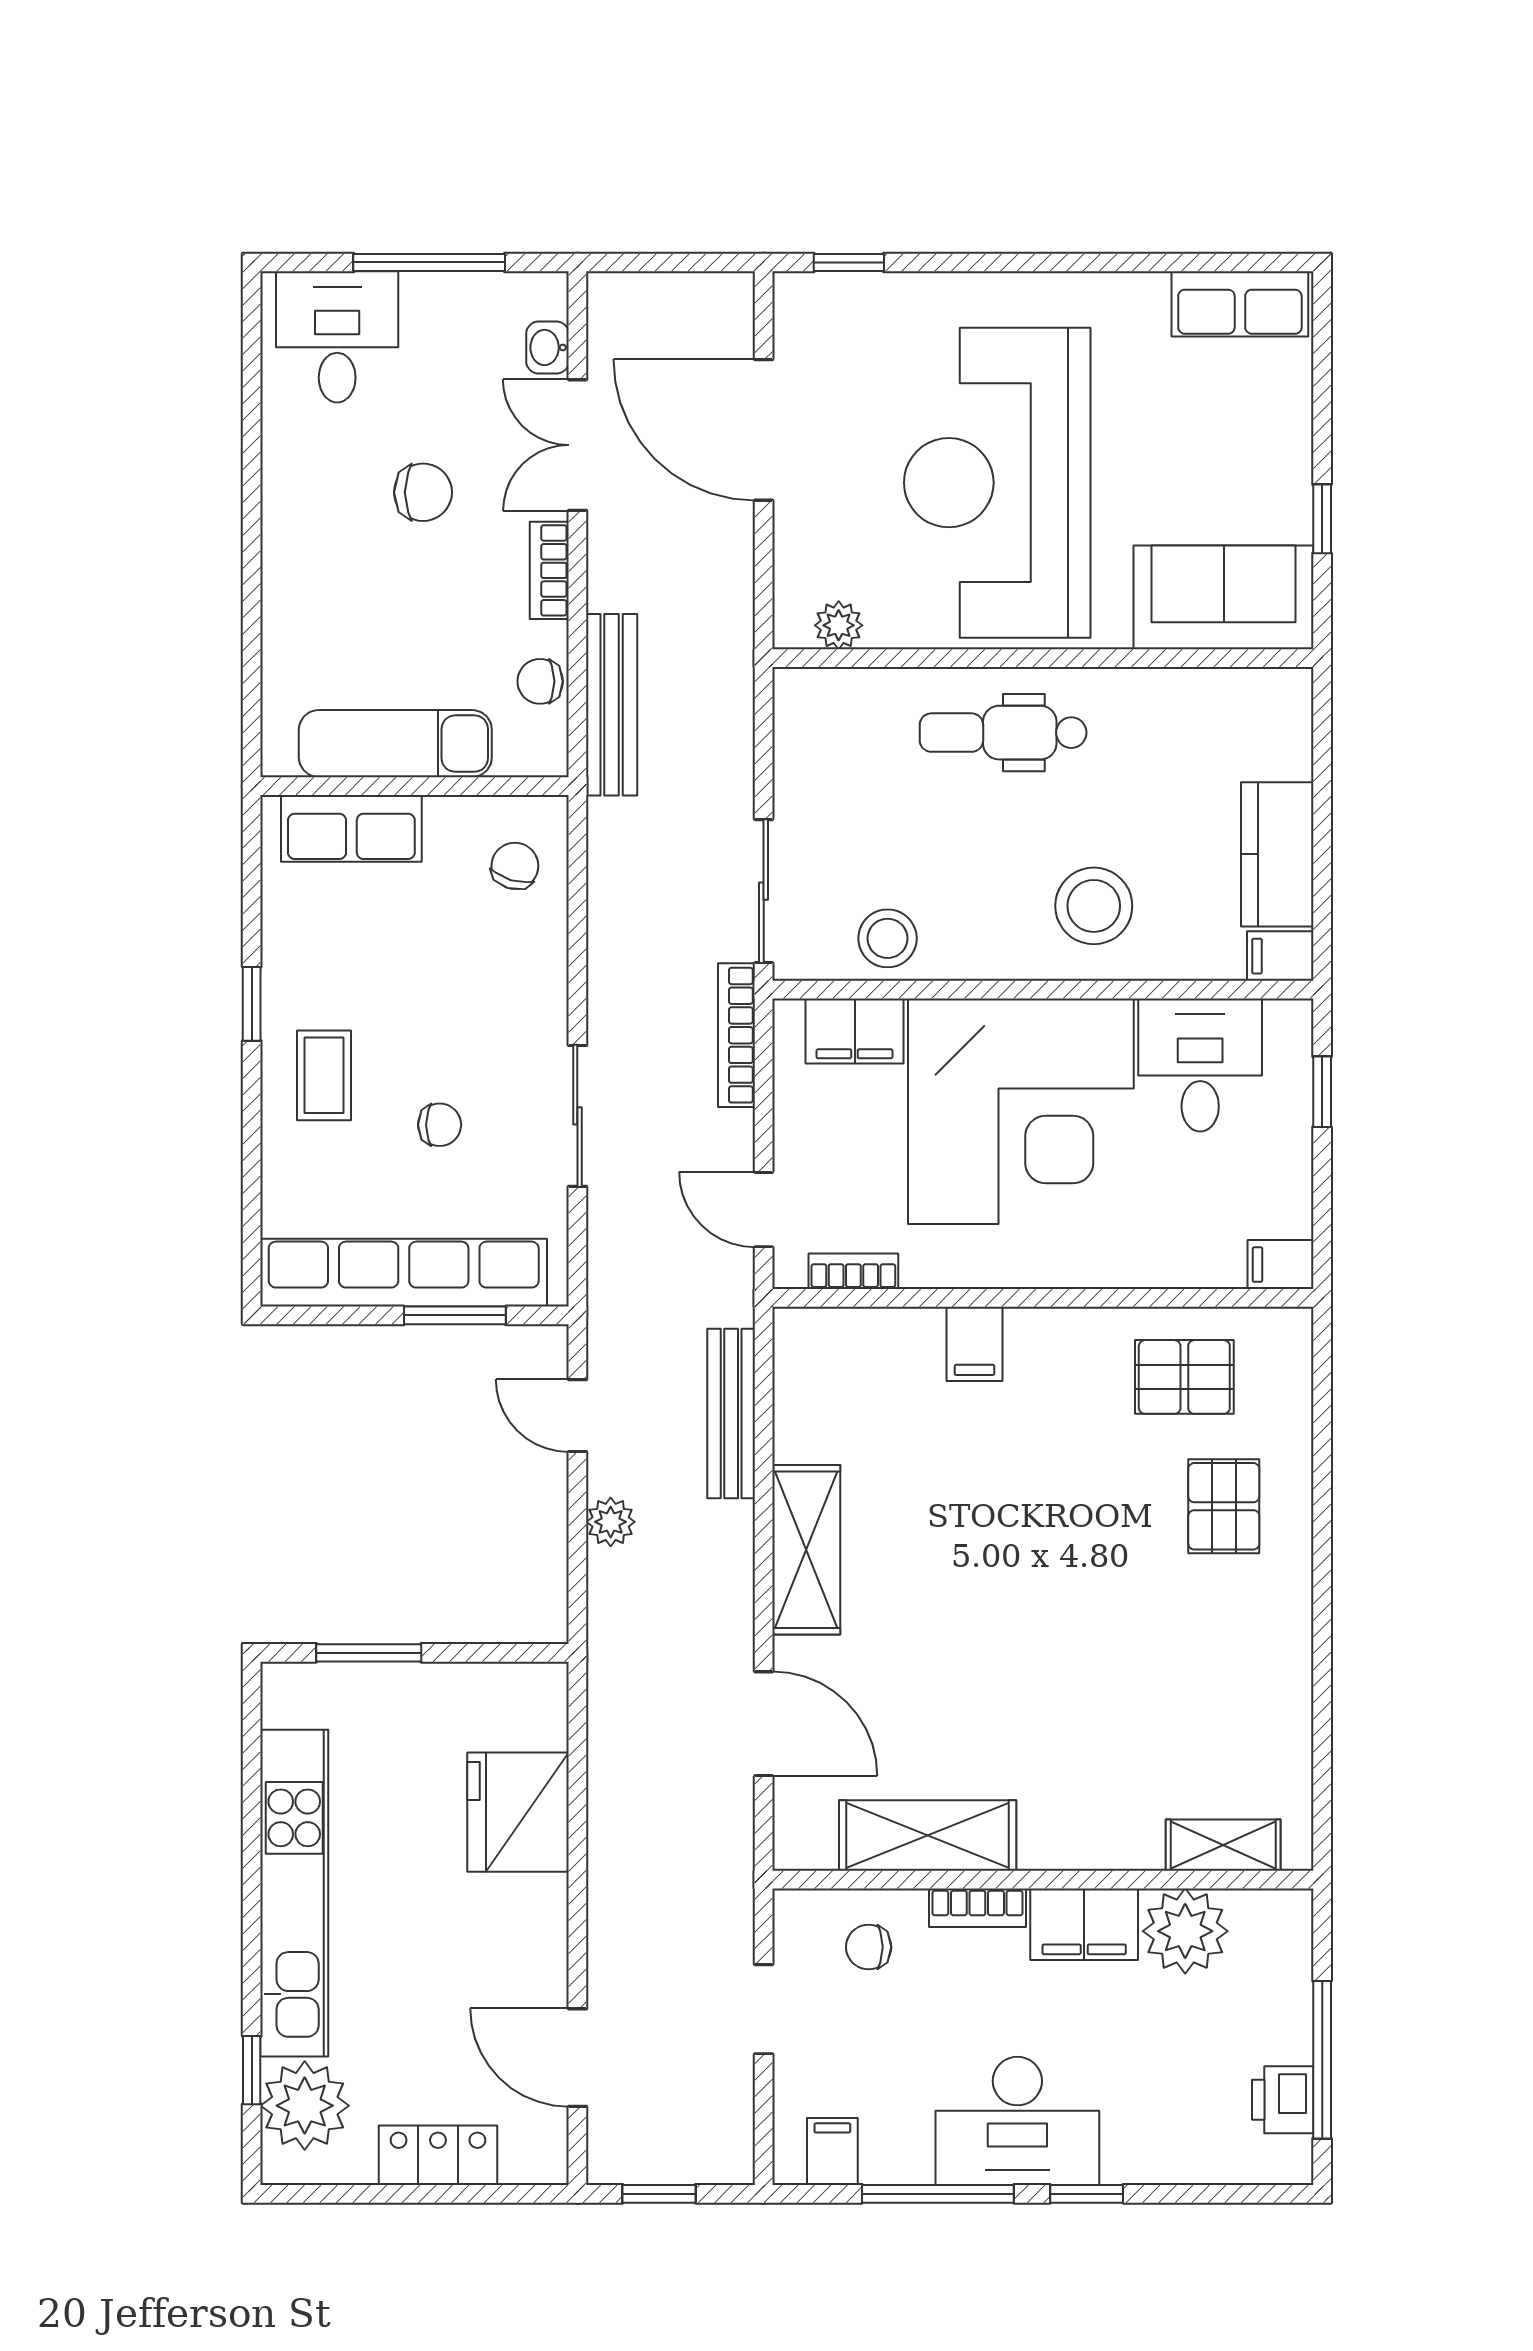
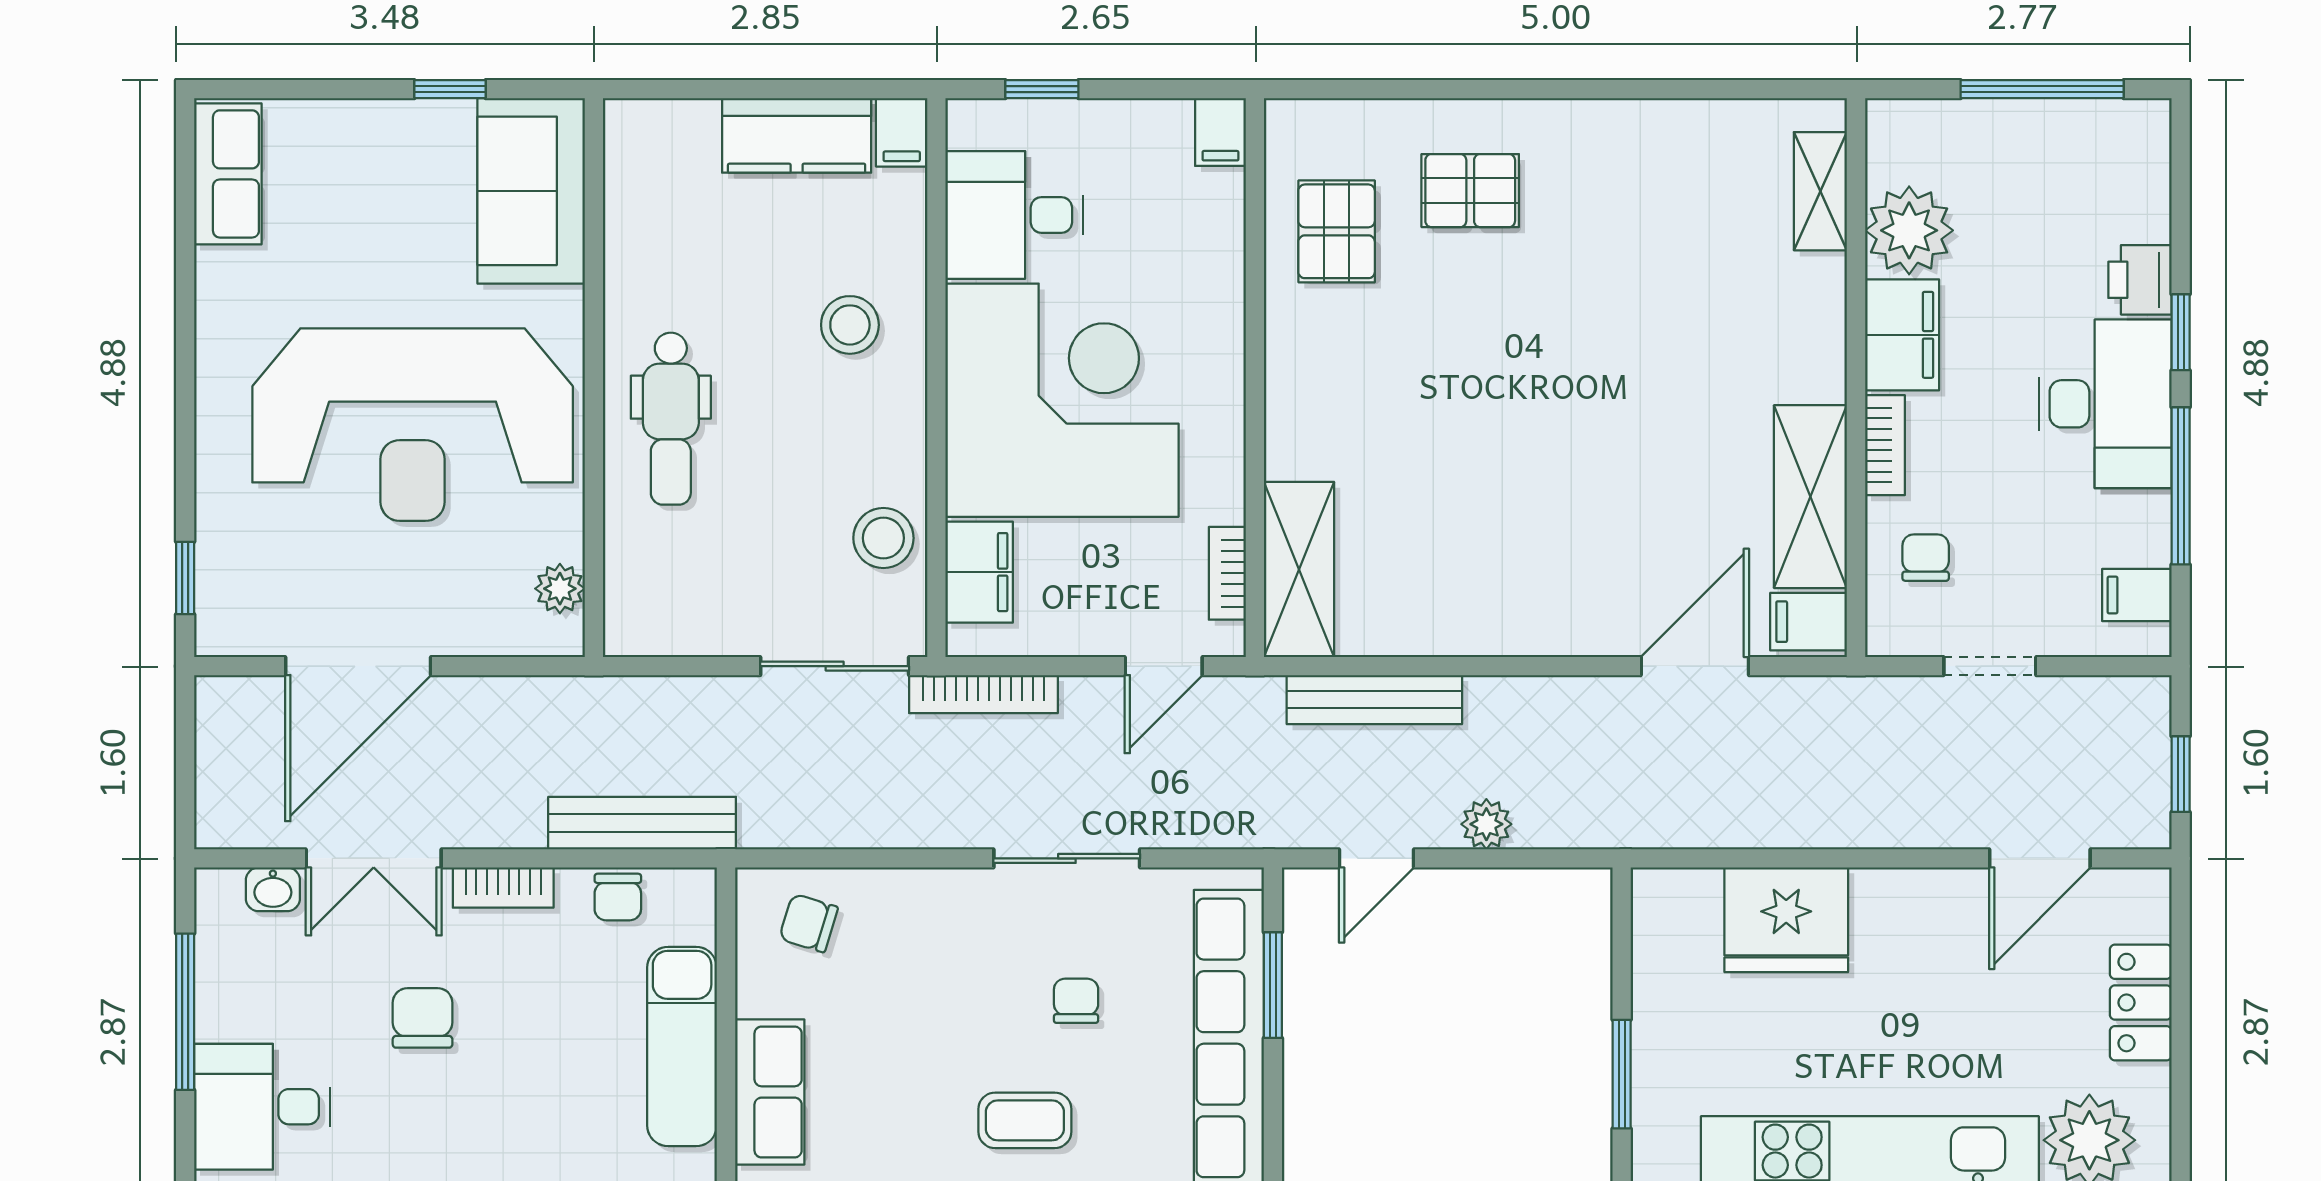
stool: (1094, 906) -> (850, 325), width x0.73, depth x0.73
filing cabinet: (975, 1344) -> (1809, 622), moved, turned 180
shelving: (806, 1550) -> (1299, 569), moved, turned 90
chair: (869, 1947) -> (1926, 558), turned 180
printer: (1283, 2100) -> (2140, 280), moved, turned 90

